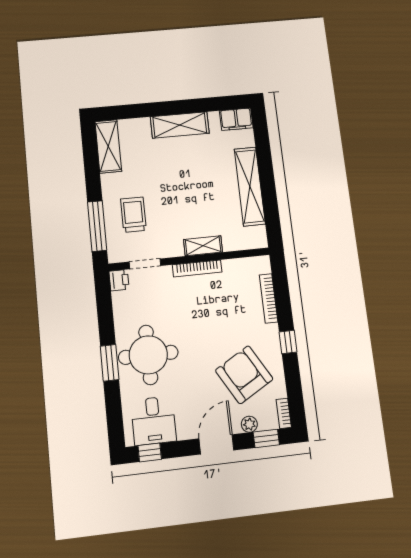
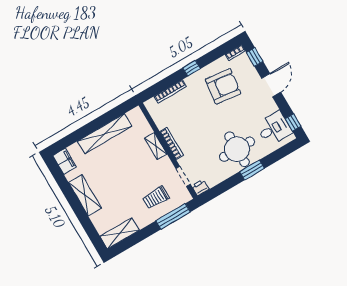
armchair: (244, 375) -> (223, 86), turned -143
plant: (249, 424) -> (251, 71), removed
door: (216, 444) -> (271, 85), swing flipped

